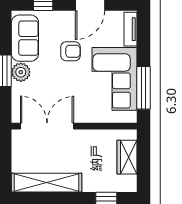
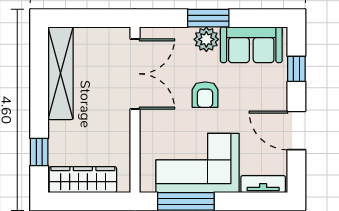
armchair: (71, 51) -> (205, 95), moved
wardrobe: (127, 157) -> (83, 180), width x1.50

